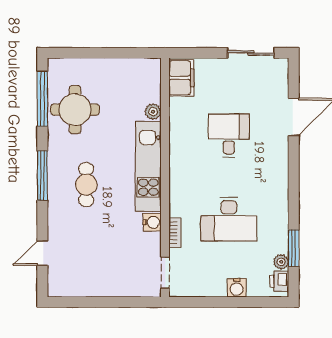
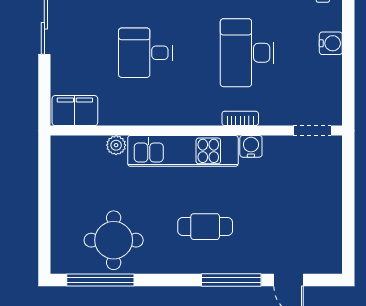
window: (42, 176) -> (231, 280), moved
desk: (229, 219) -> (247, 53), turned 180
bookcase: (175, 232) -> (240, 118), moved

